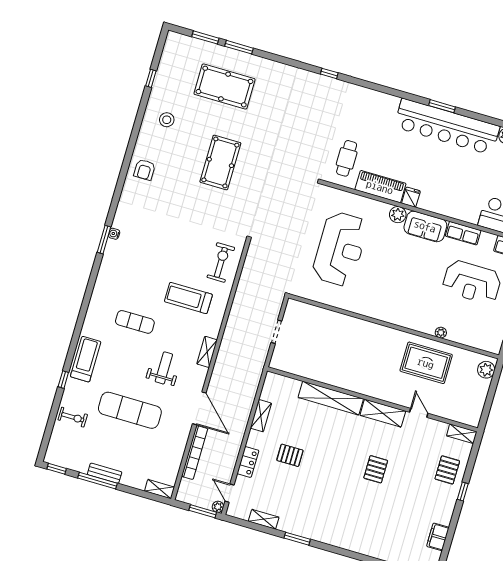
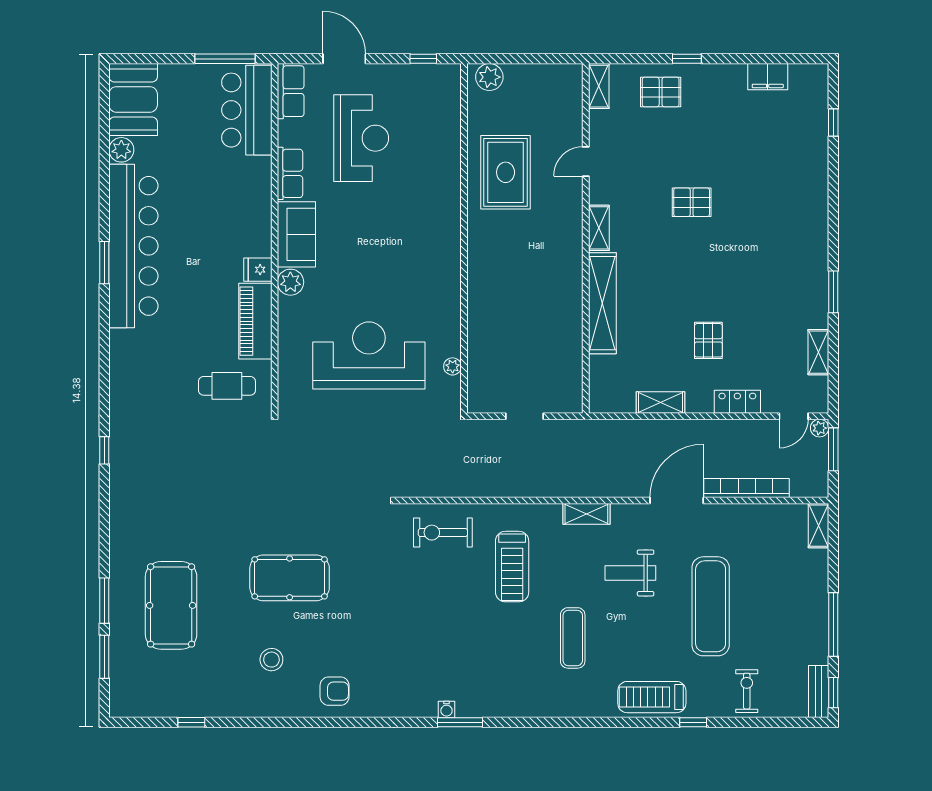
stool: (167, 120) -> (271, 660), moved
plant: (441, 333) -> (453, 366), moved
shelving: (383, 413) -> (599, 228), width x0.67, depth x0.75
bench: (105, 473) -> (819, 691), moved

